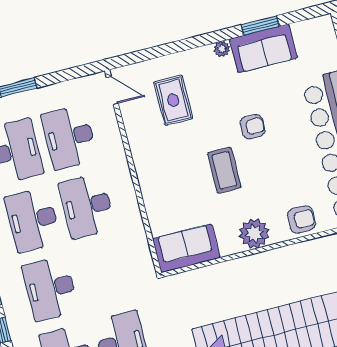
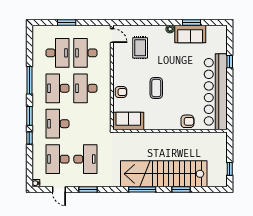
armchair: (252, 127) -> (121, 92), moved
plant: (254, 233) -> (163, 122), removed

